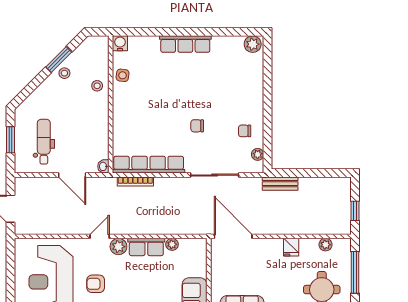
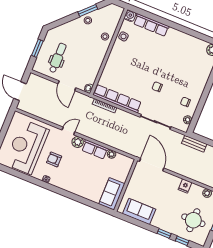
row of seats: (185, 44) -> (151, 25), moved

